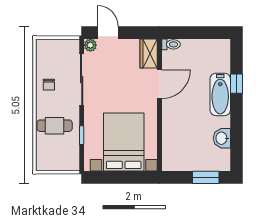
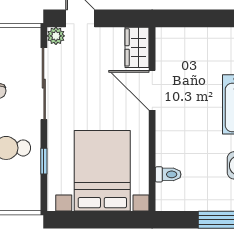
toilet: (171, 44) -> (168, 174), moved
door: (159, 84) -> (152, 90), swing flipped

